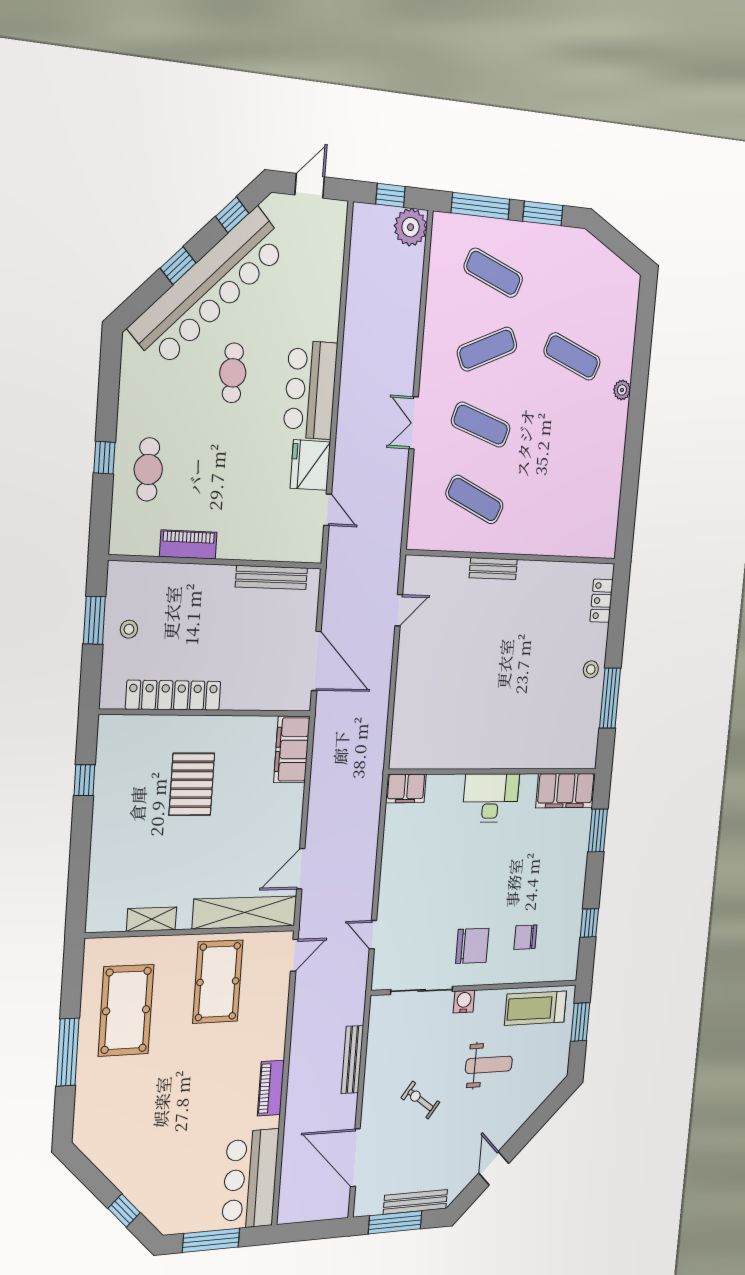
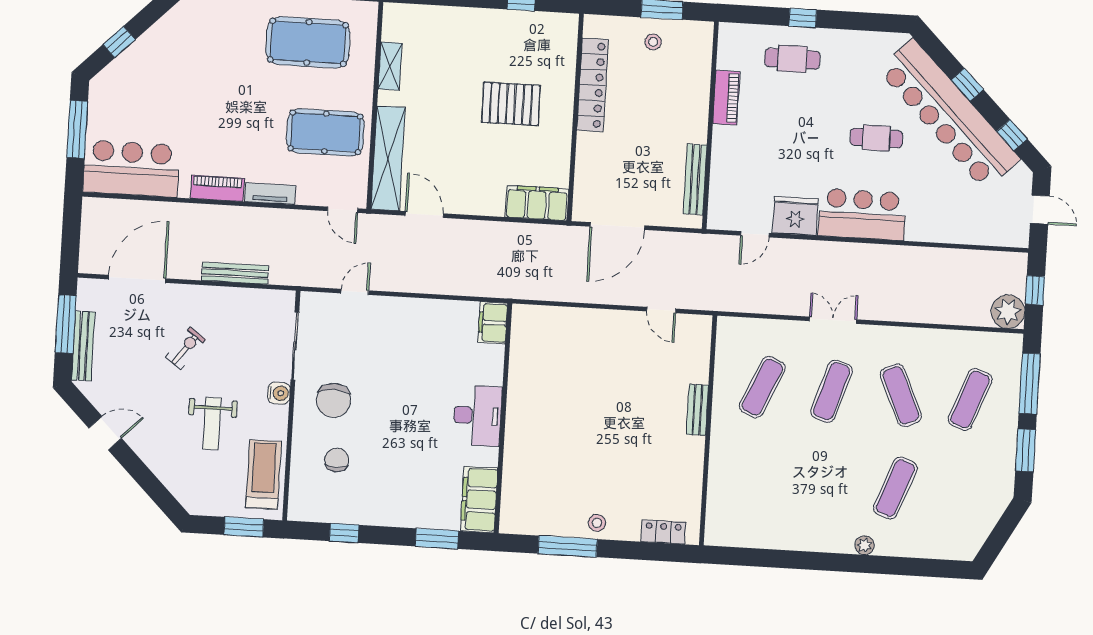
tv unit: (277, 1033) -> (270, 194), added

